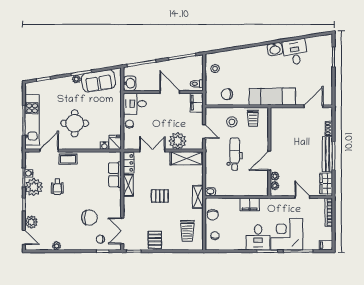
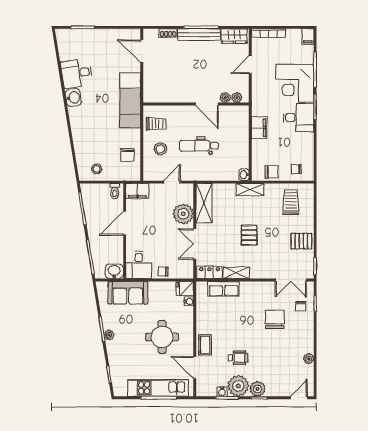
sofa: (98, 81) -> (128, 293), moved, turned 99
plant: (31, 222) -> (258, 389), moved
trolley: (187, 231) -> (291, 202), turned -90

